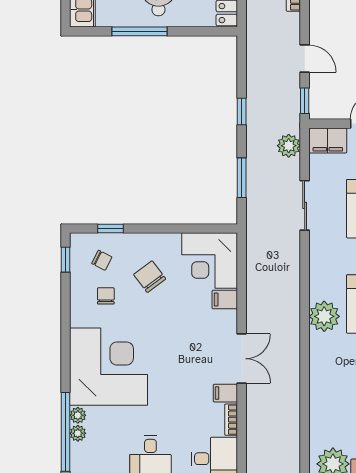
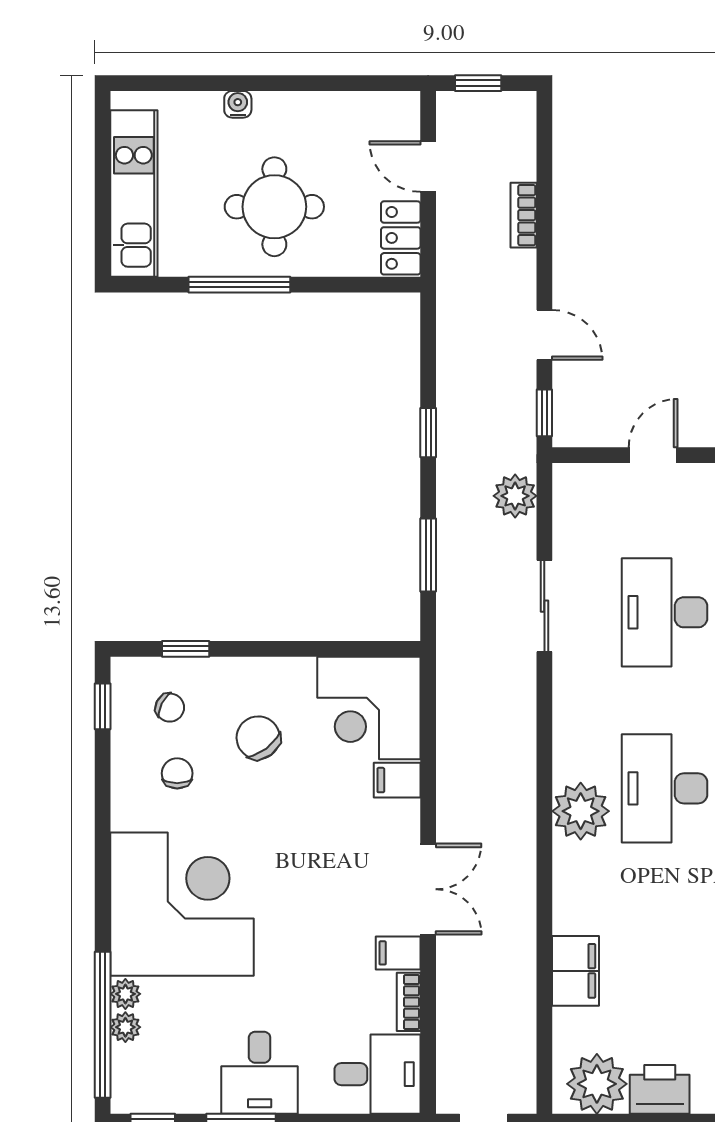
filing cabinet: (328, 140) -> (575, 971), moved, turned -90

